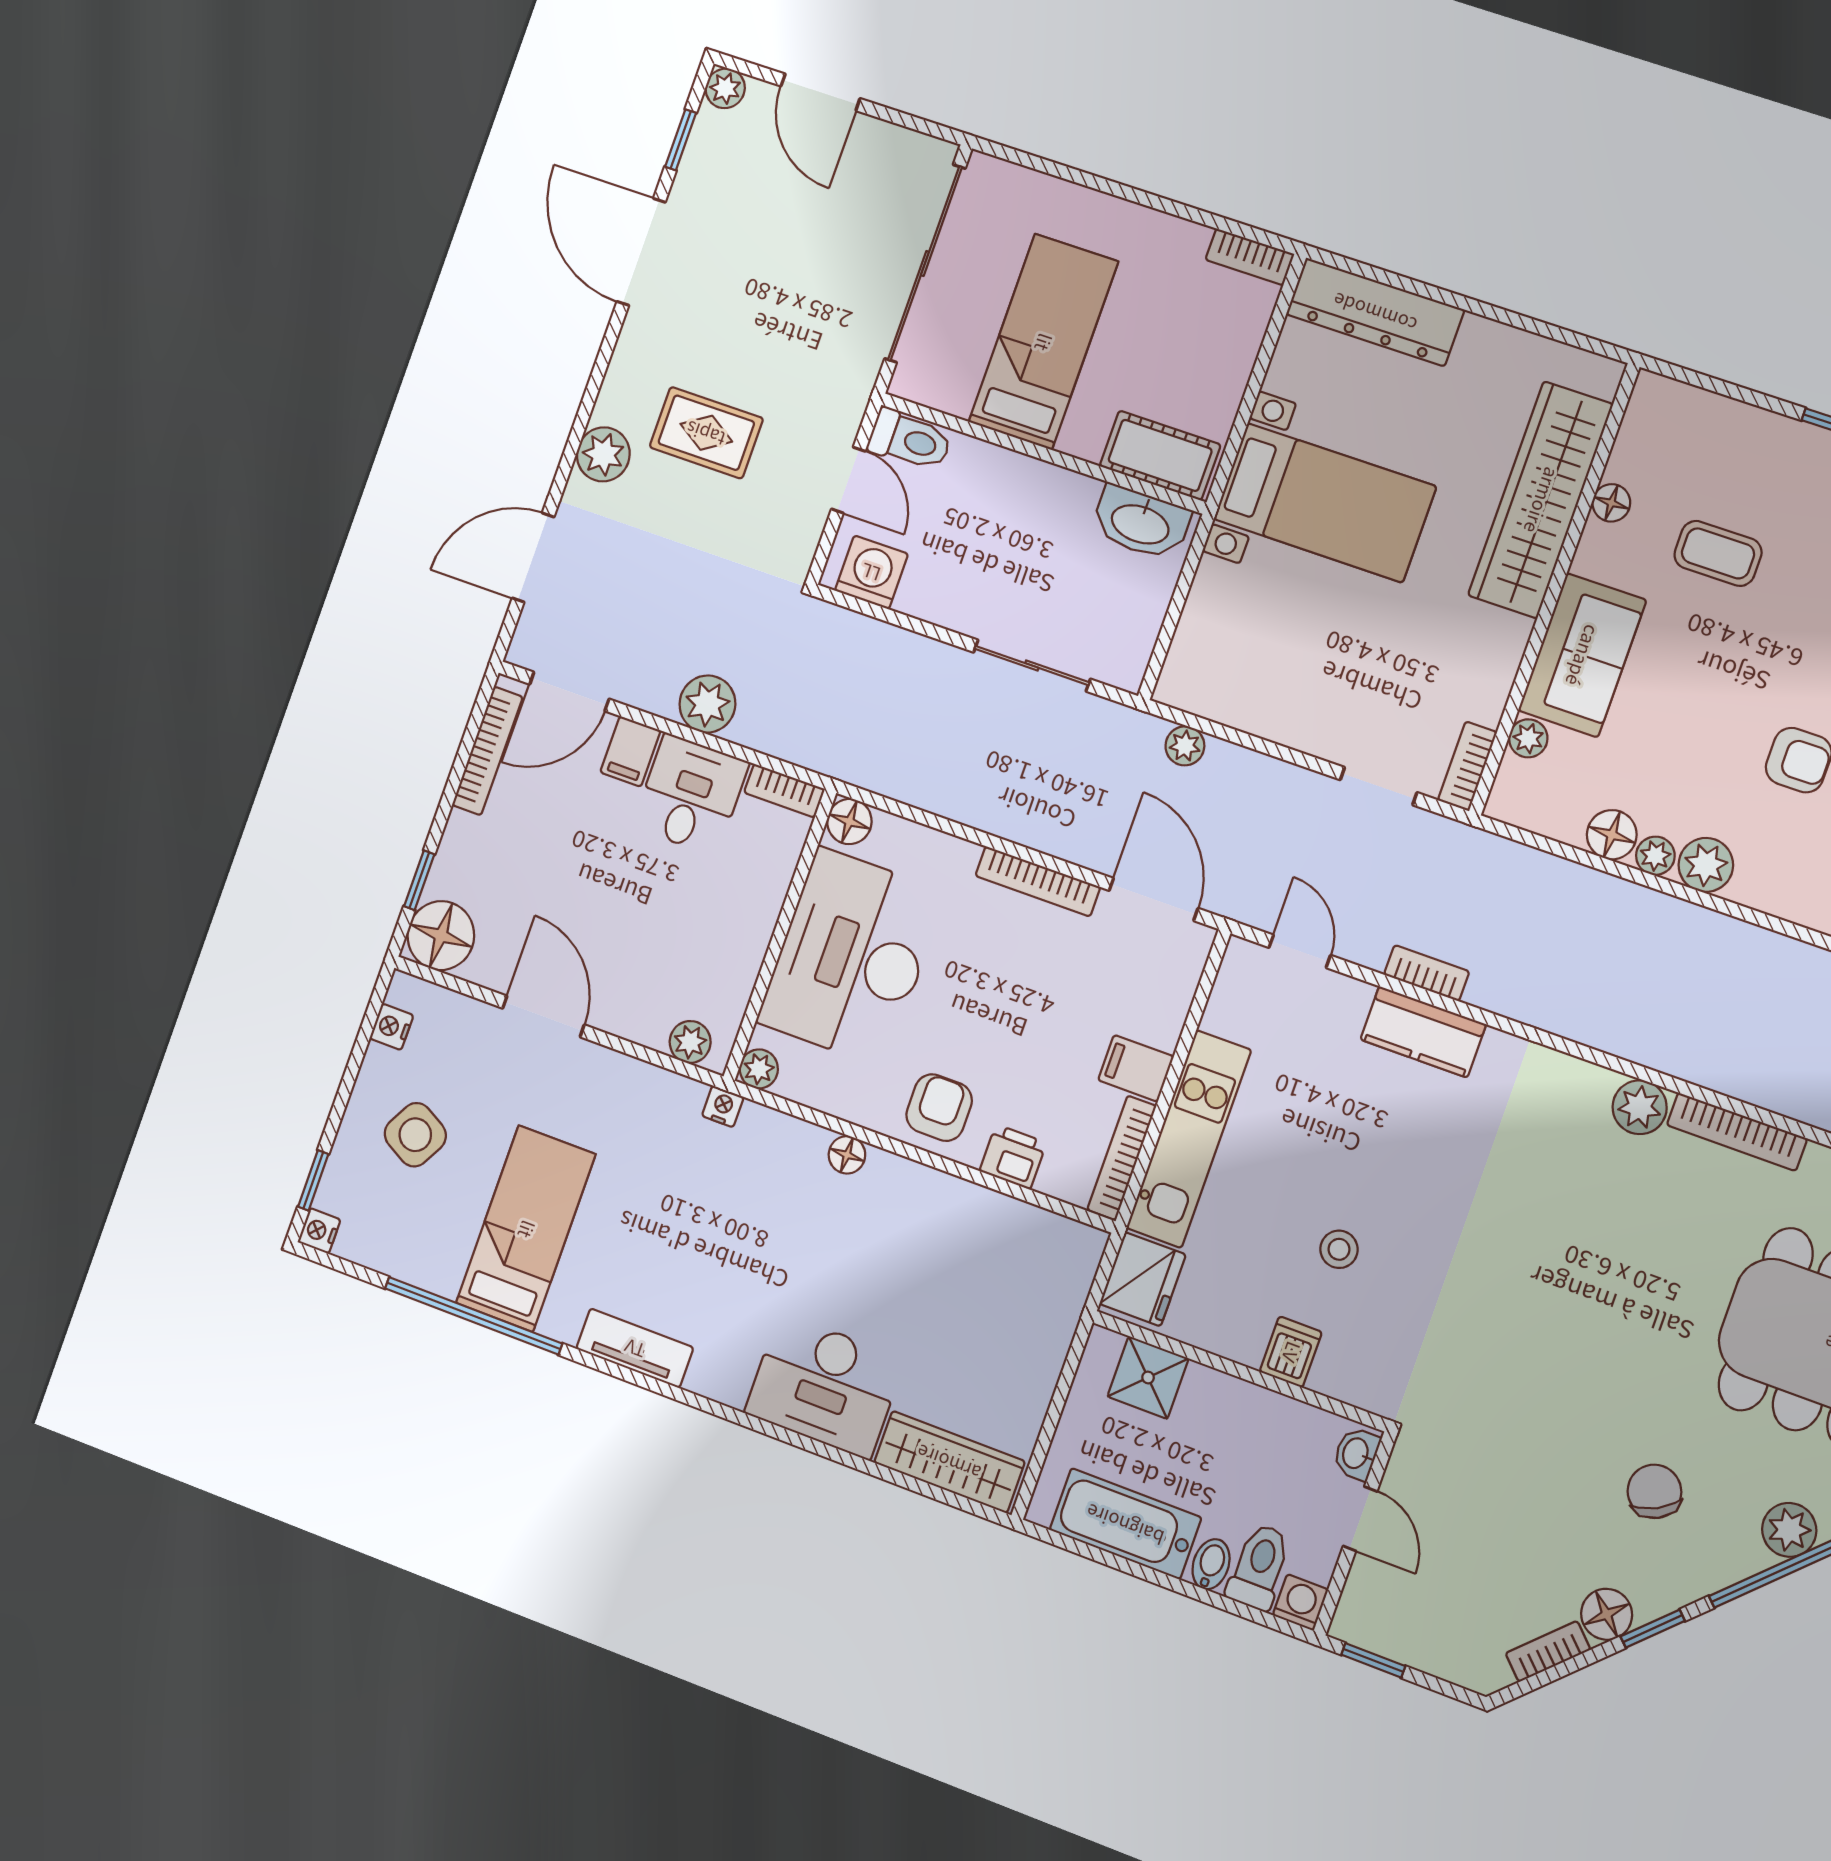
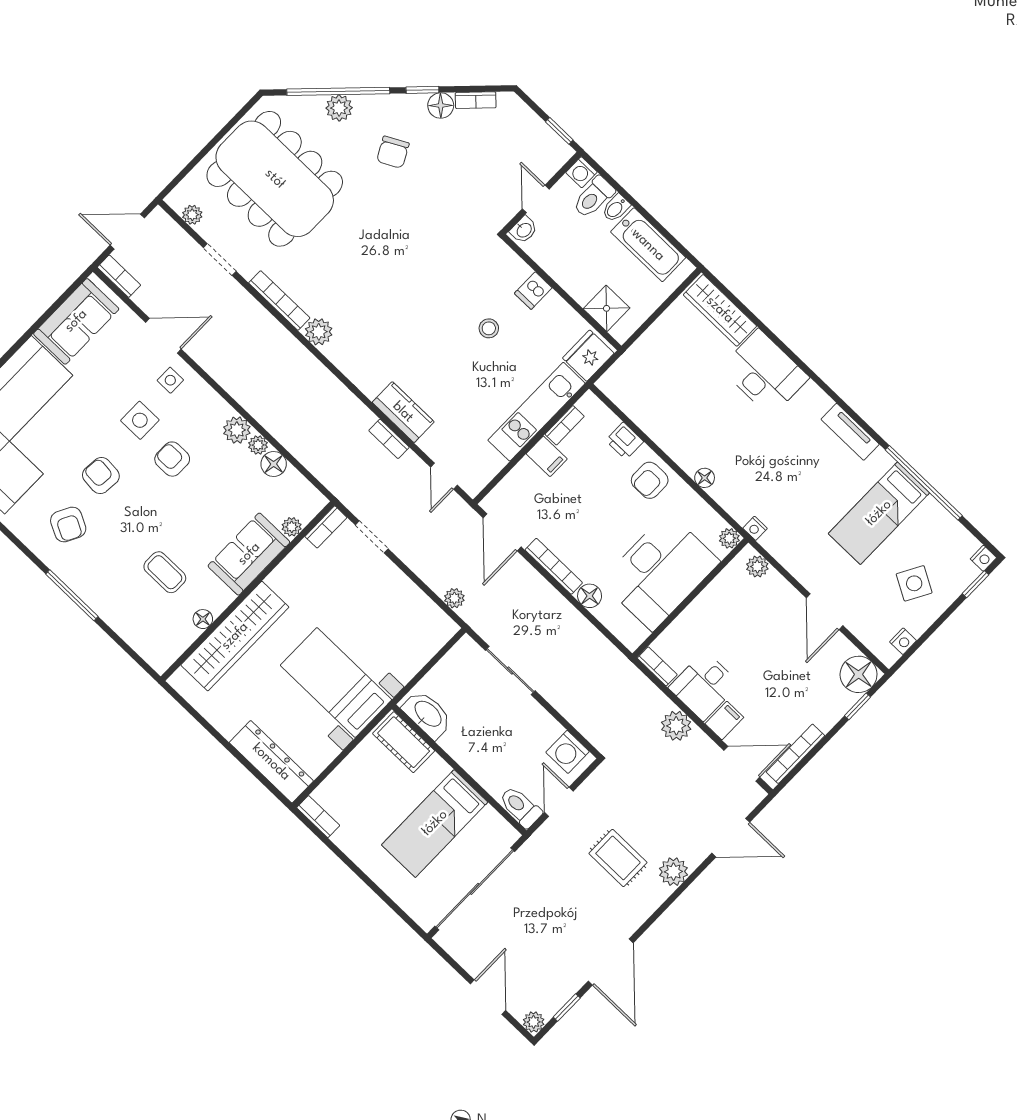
floor lamp: (849, 822) -> (590, 596), moved
bookcase: (1122, 1158) -> (565, 425), width x0.64

